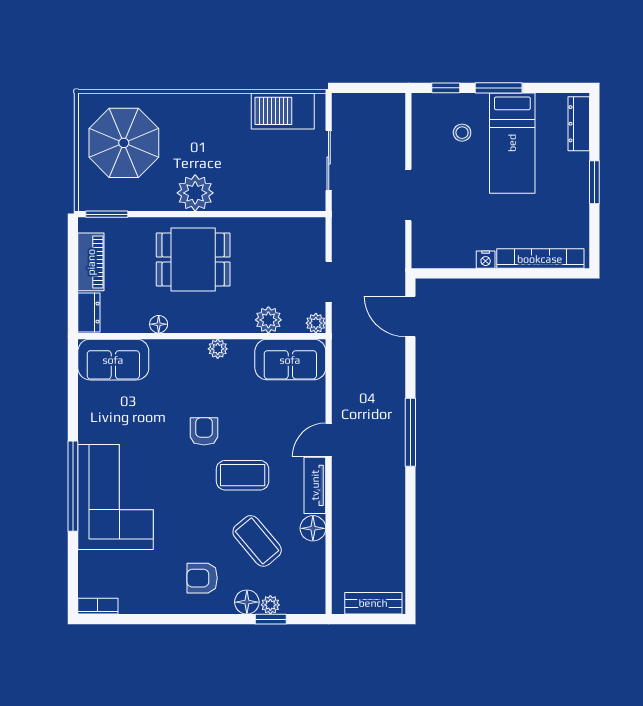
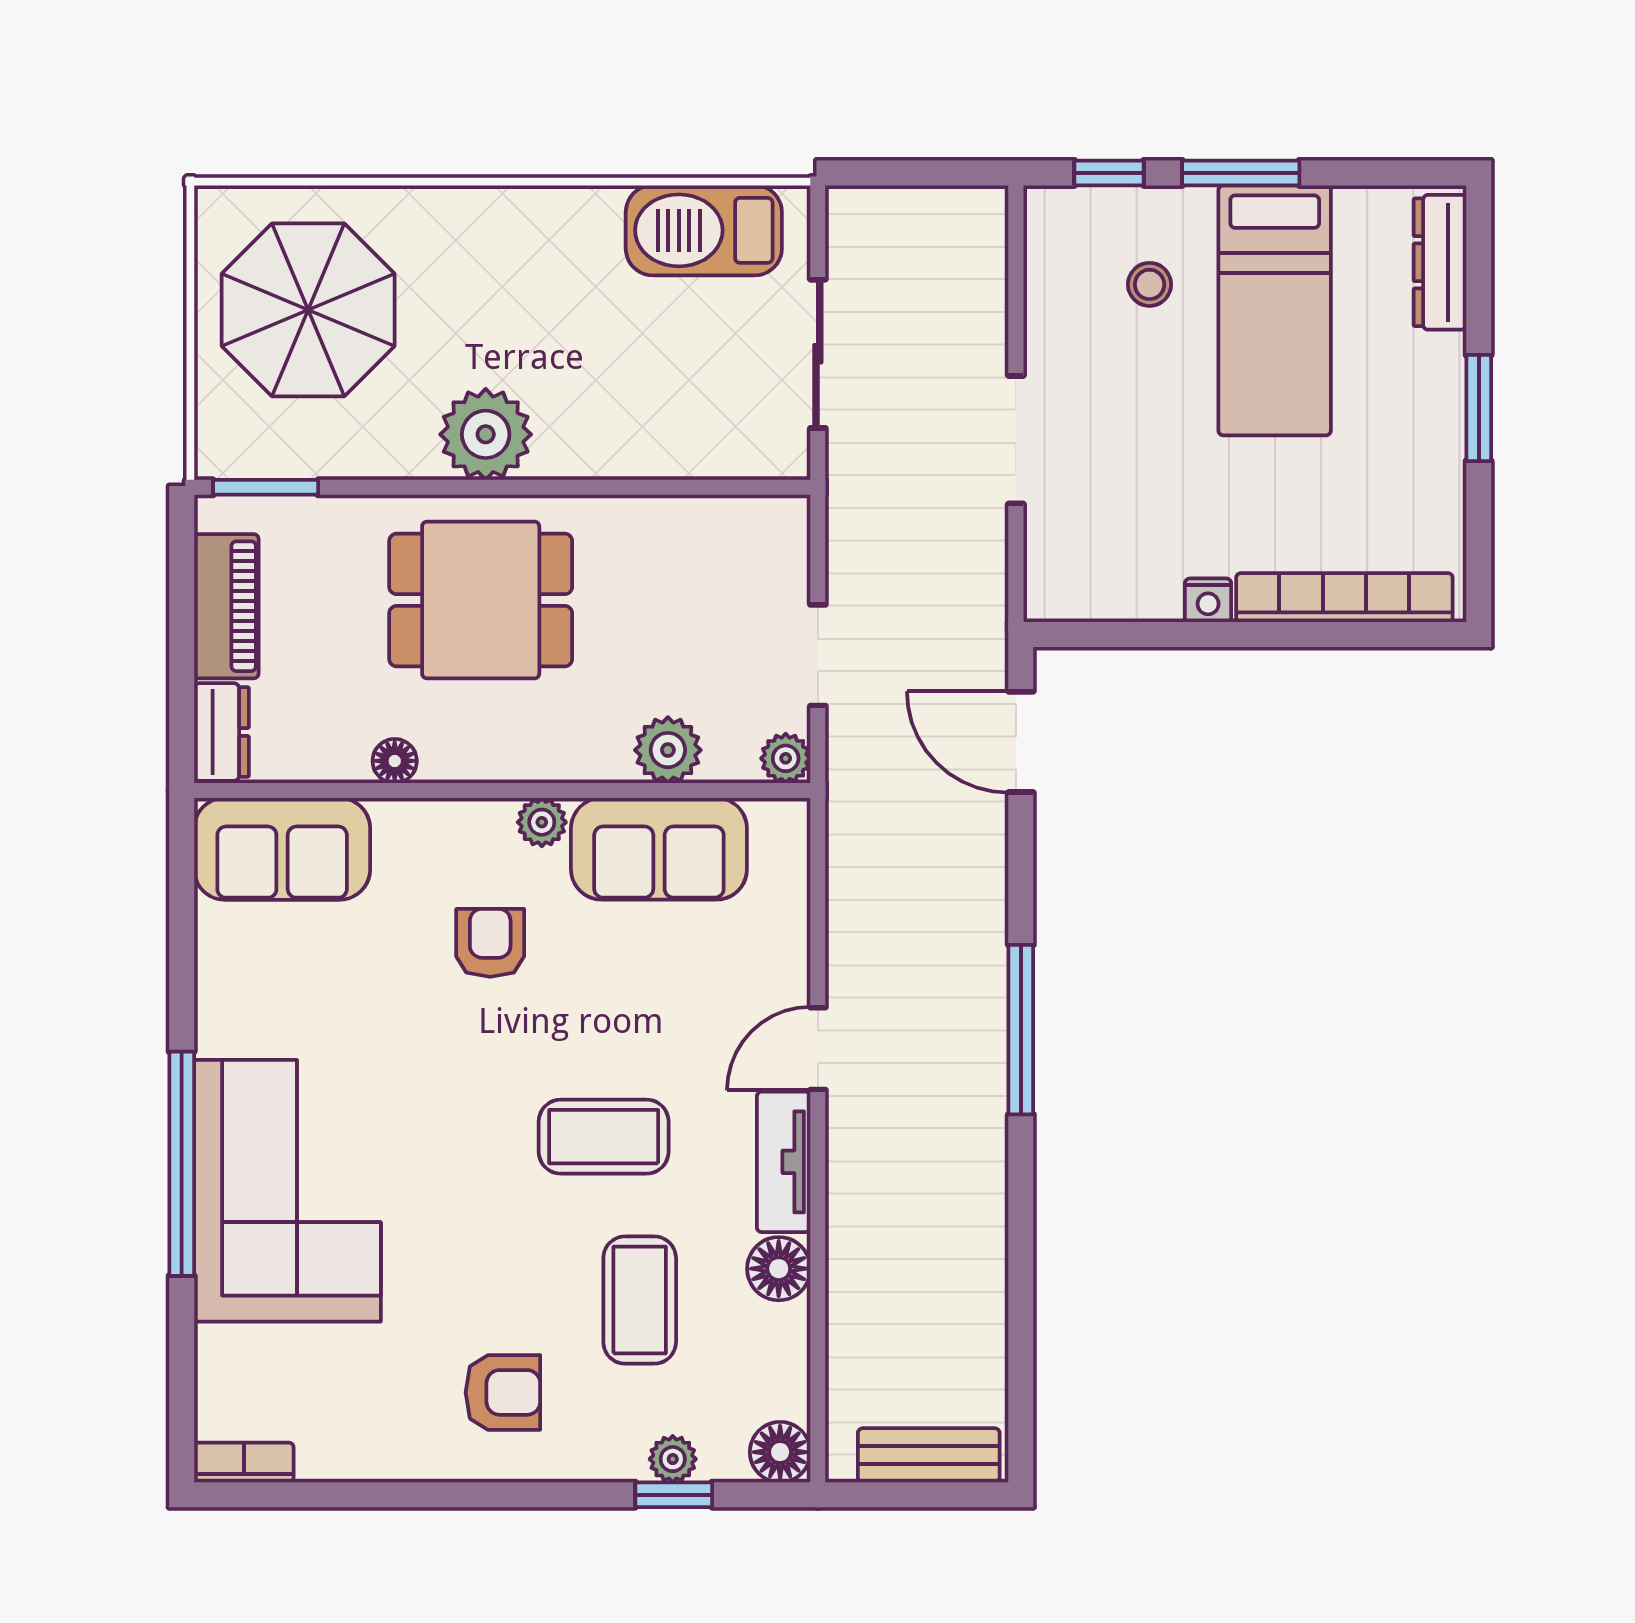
sofa: (290, 360) -> (659, 849), moved
armchair: (204, 431) -> (490, 943), moved
coffee table: (257, 541) -> (640, 1300), turned 40
armchair: (202, 578) -> (503, 1392), turned 180
floor lamp: (247, 602) -> (780, 1452), moved

